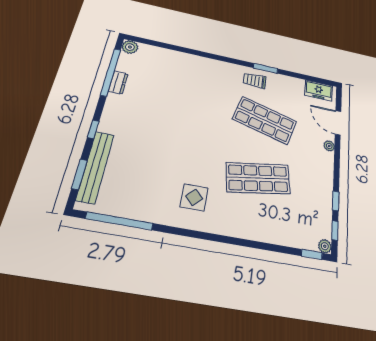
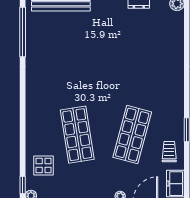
trolley: (255, 80) -> (169, 152), moved
display table: (194, 197) -> (44, 166), moved

